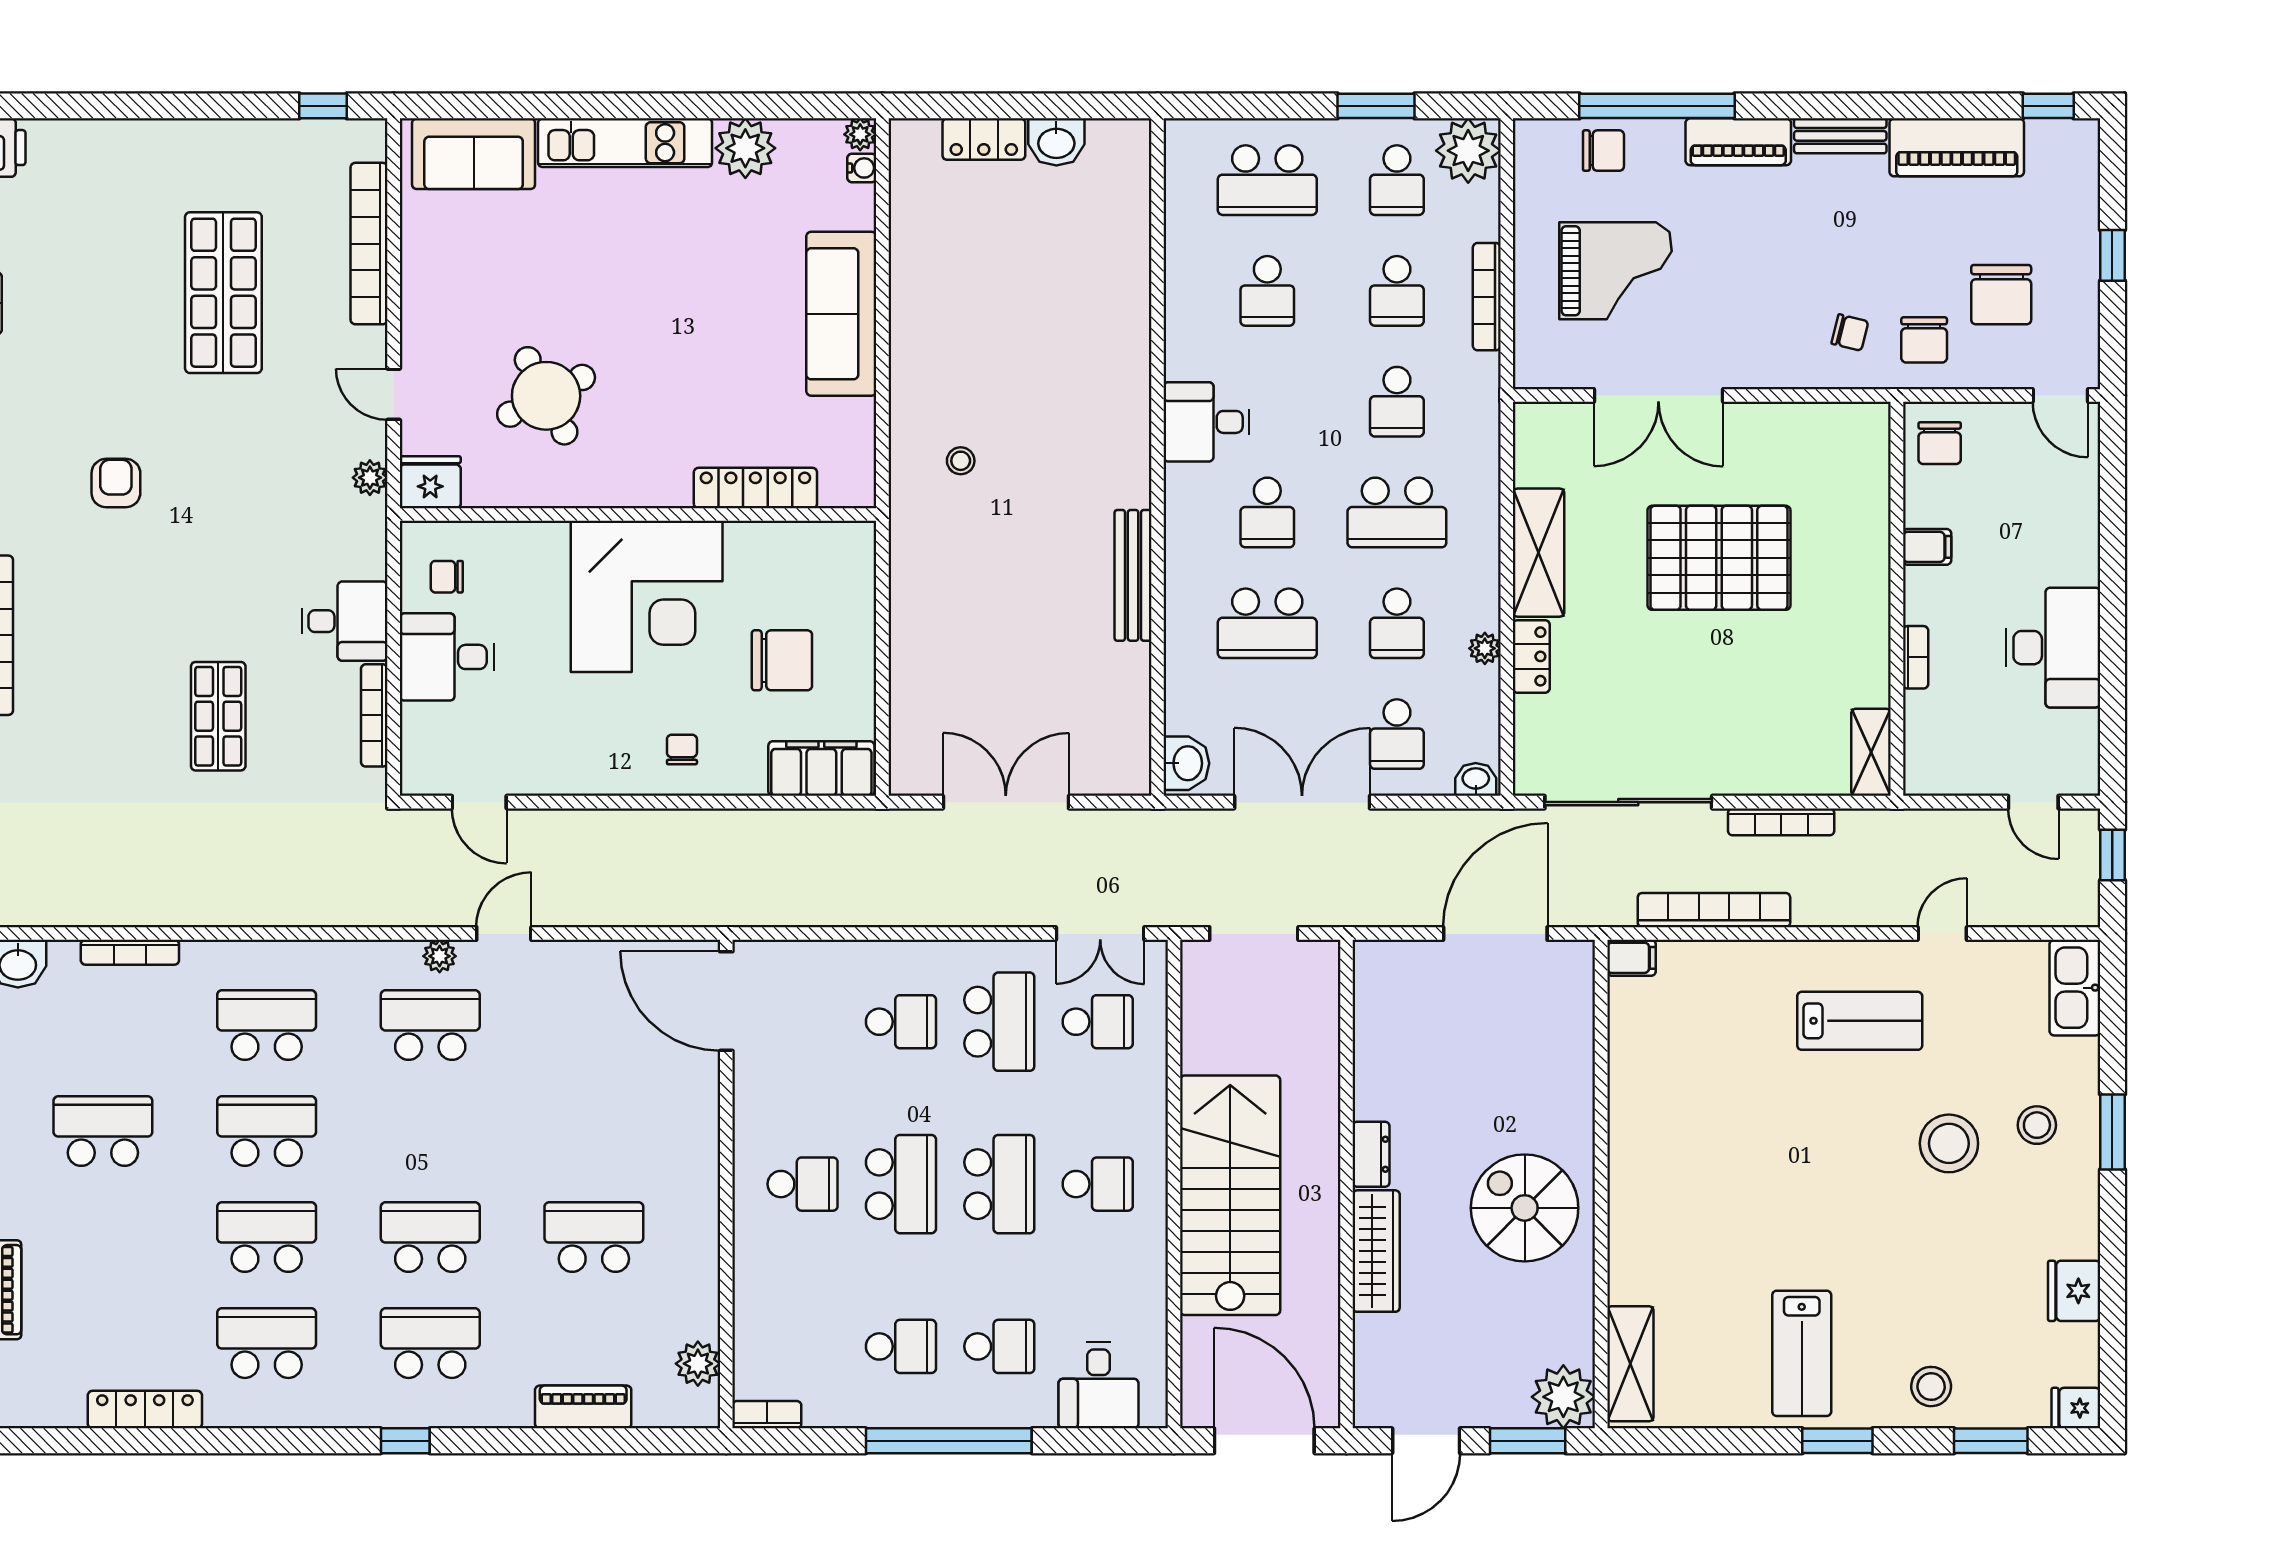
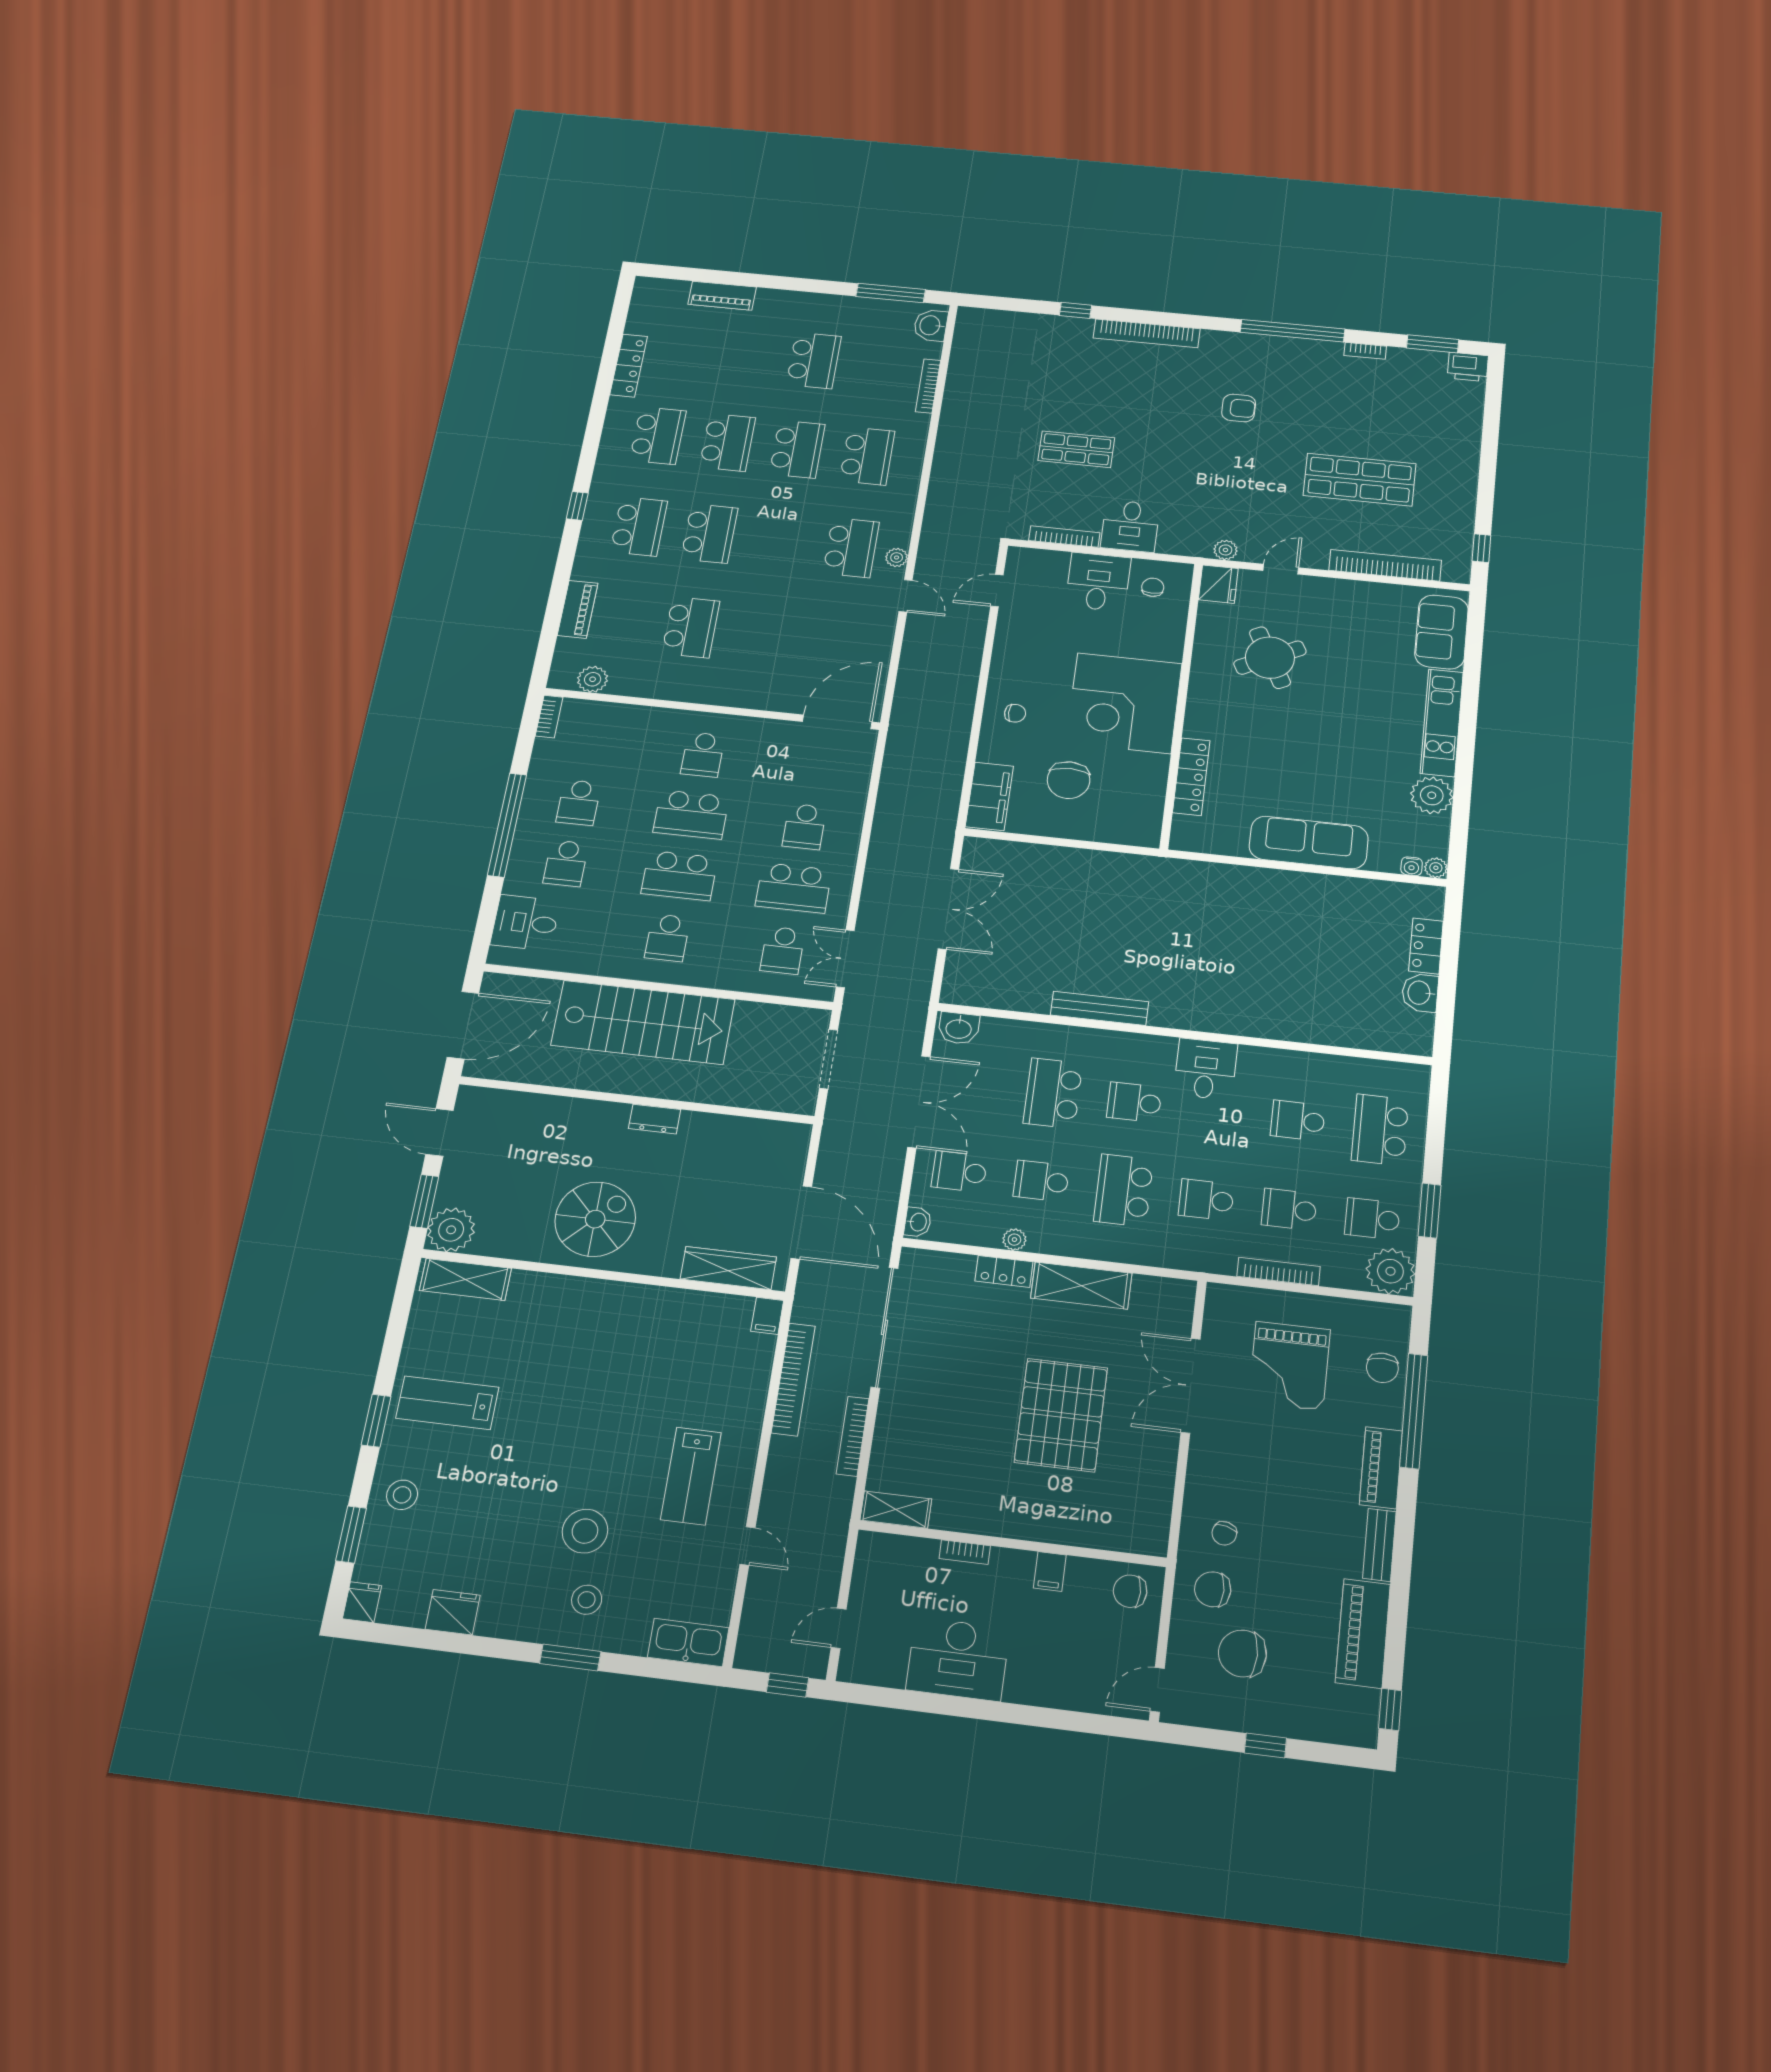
stool: (961, 461) -> (1196, 906), removed
wardrobe: (1376, 1251) -> (728, 1268), moved, turned 180

